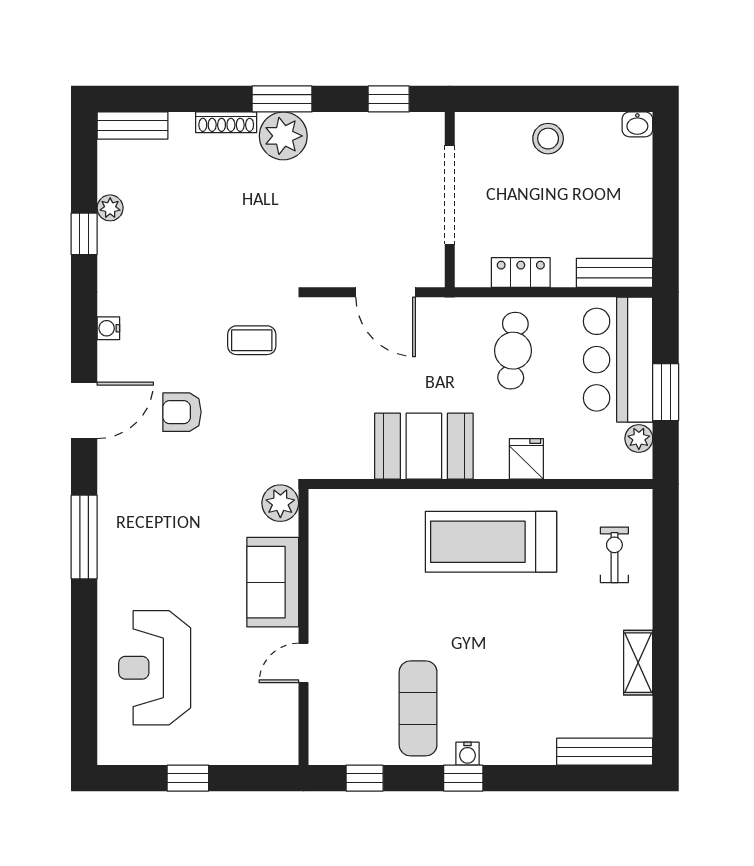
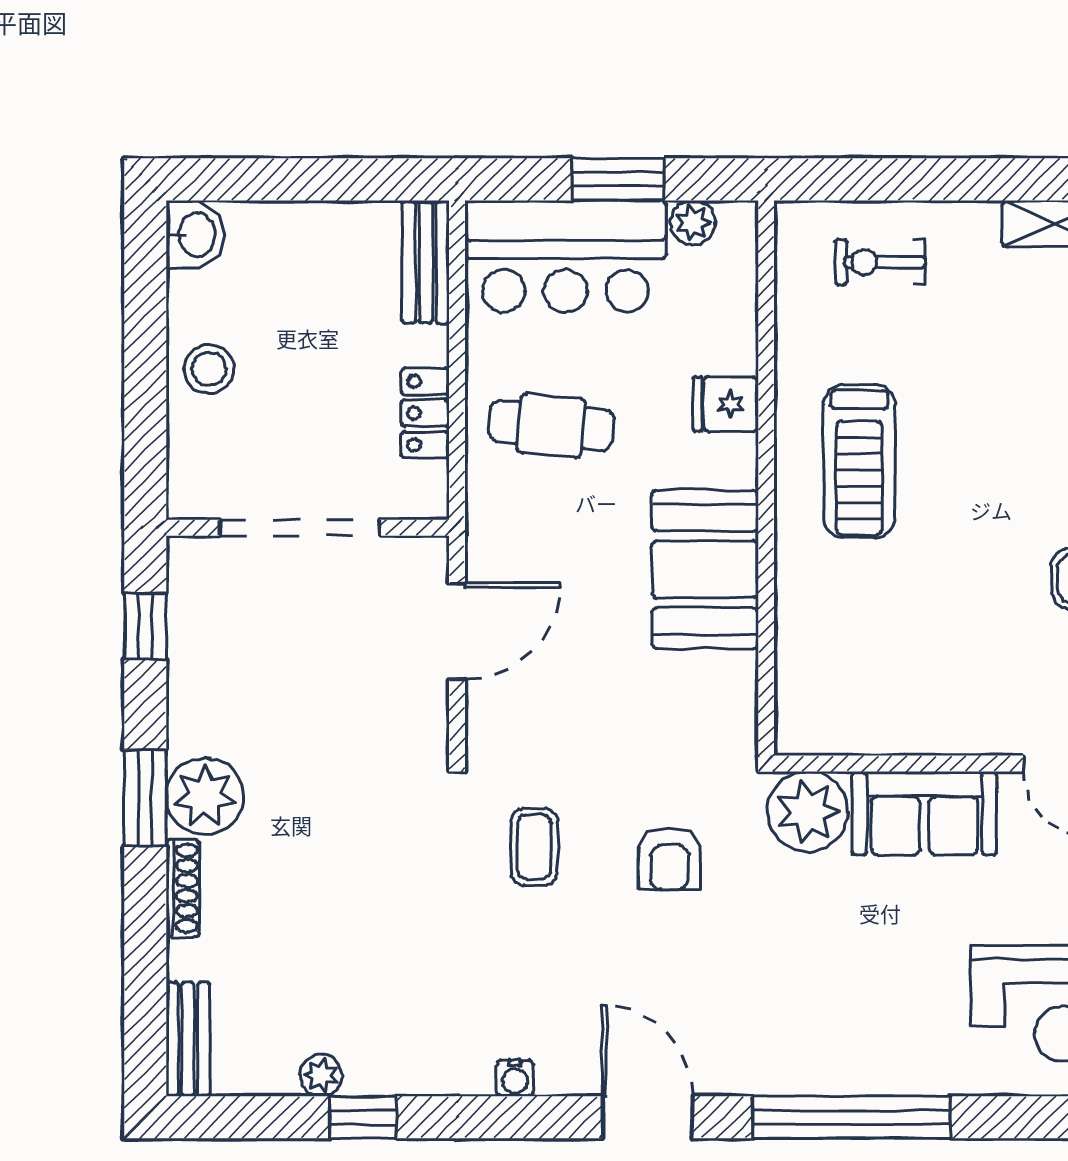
washbasin: (637, 124) -> (195, 235), width x1.38, depth x1.45
armchair: (182, 412) -> (669, 859), moved
plant: (280, 503) -> (808, 812), width x1.36, depth x1.36
window: (84, 537) -> (852, 1117), width x1.46
treadmill: (491, 542) -> (859, 461), width x0.73, depth x0.73

